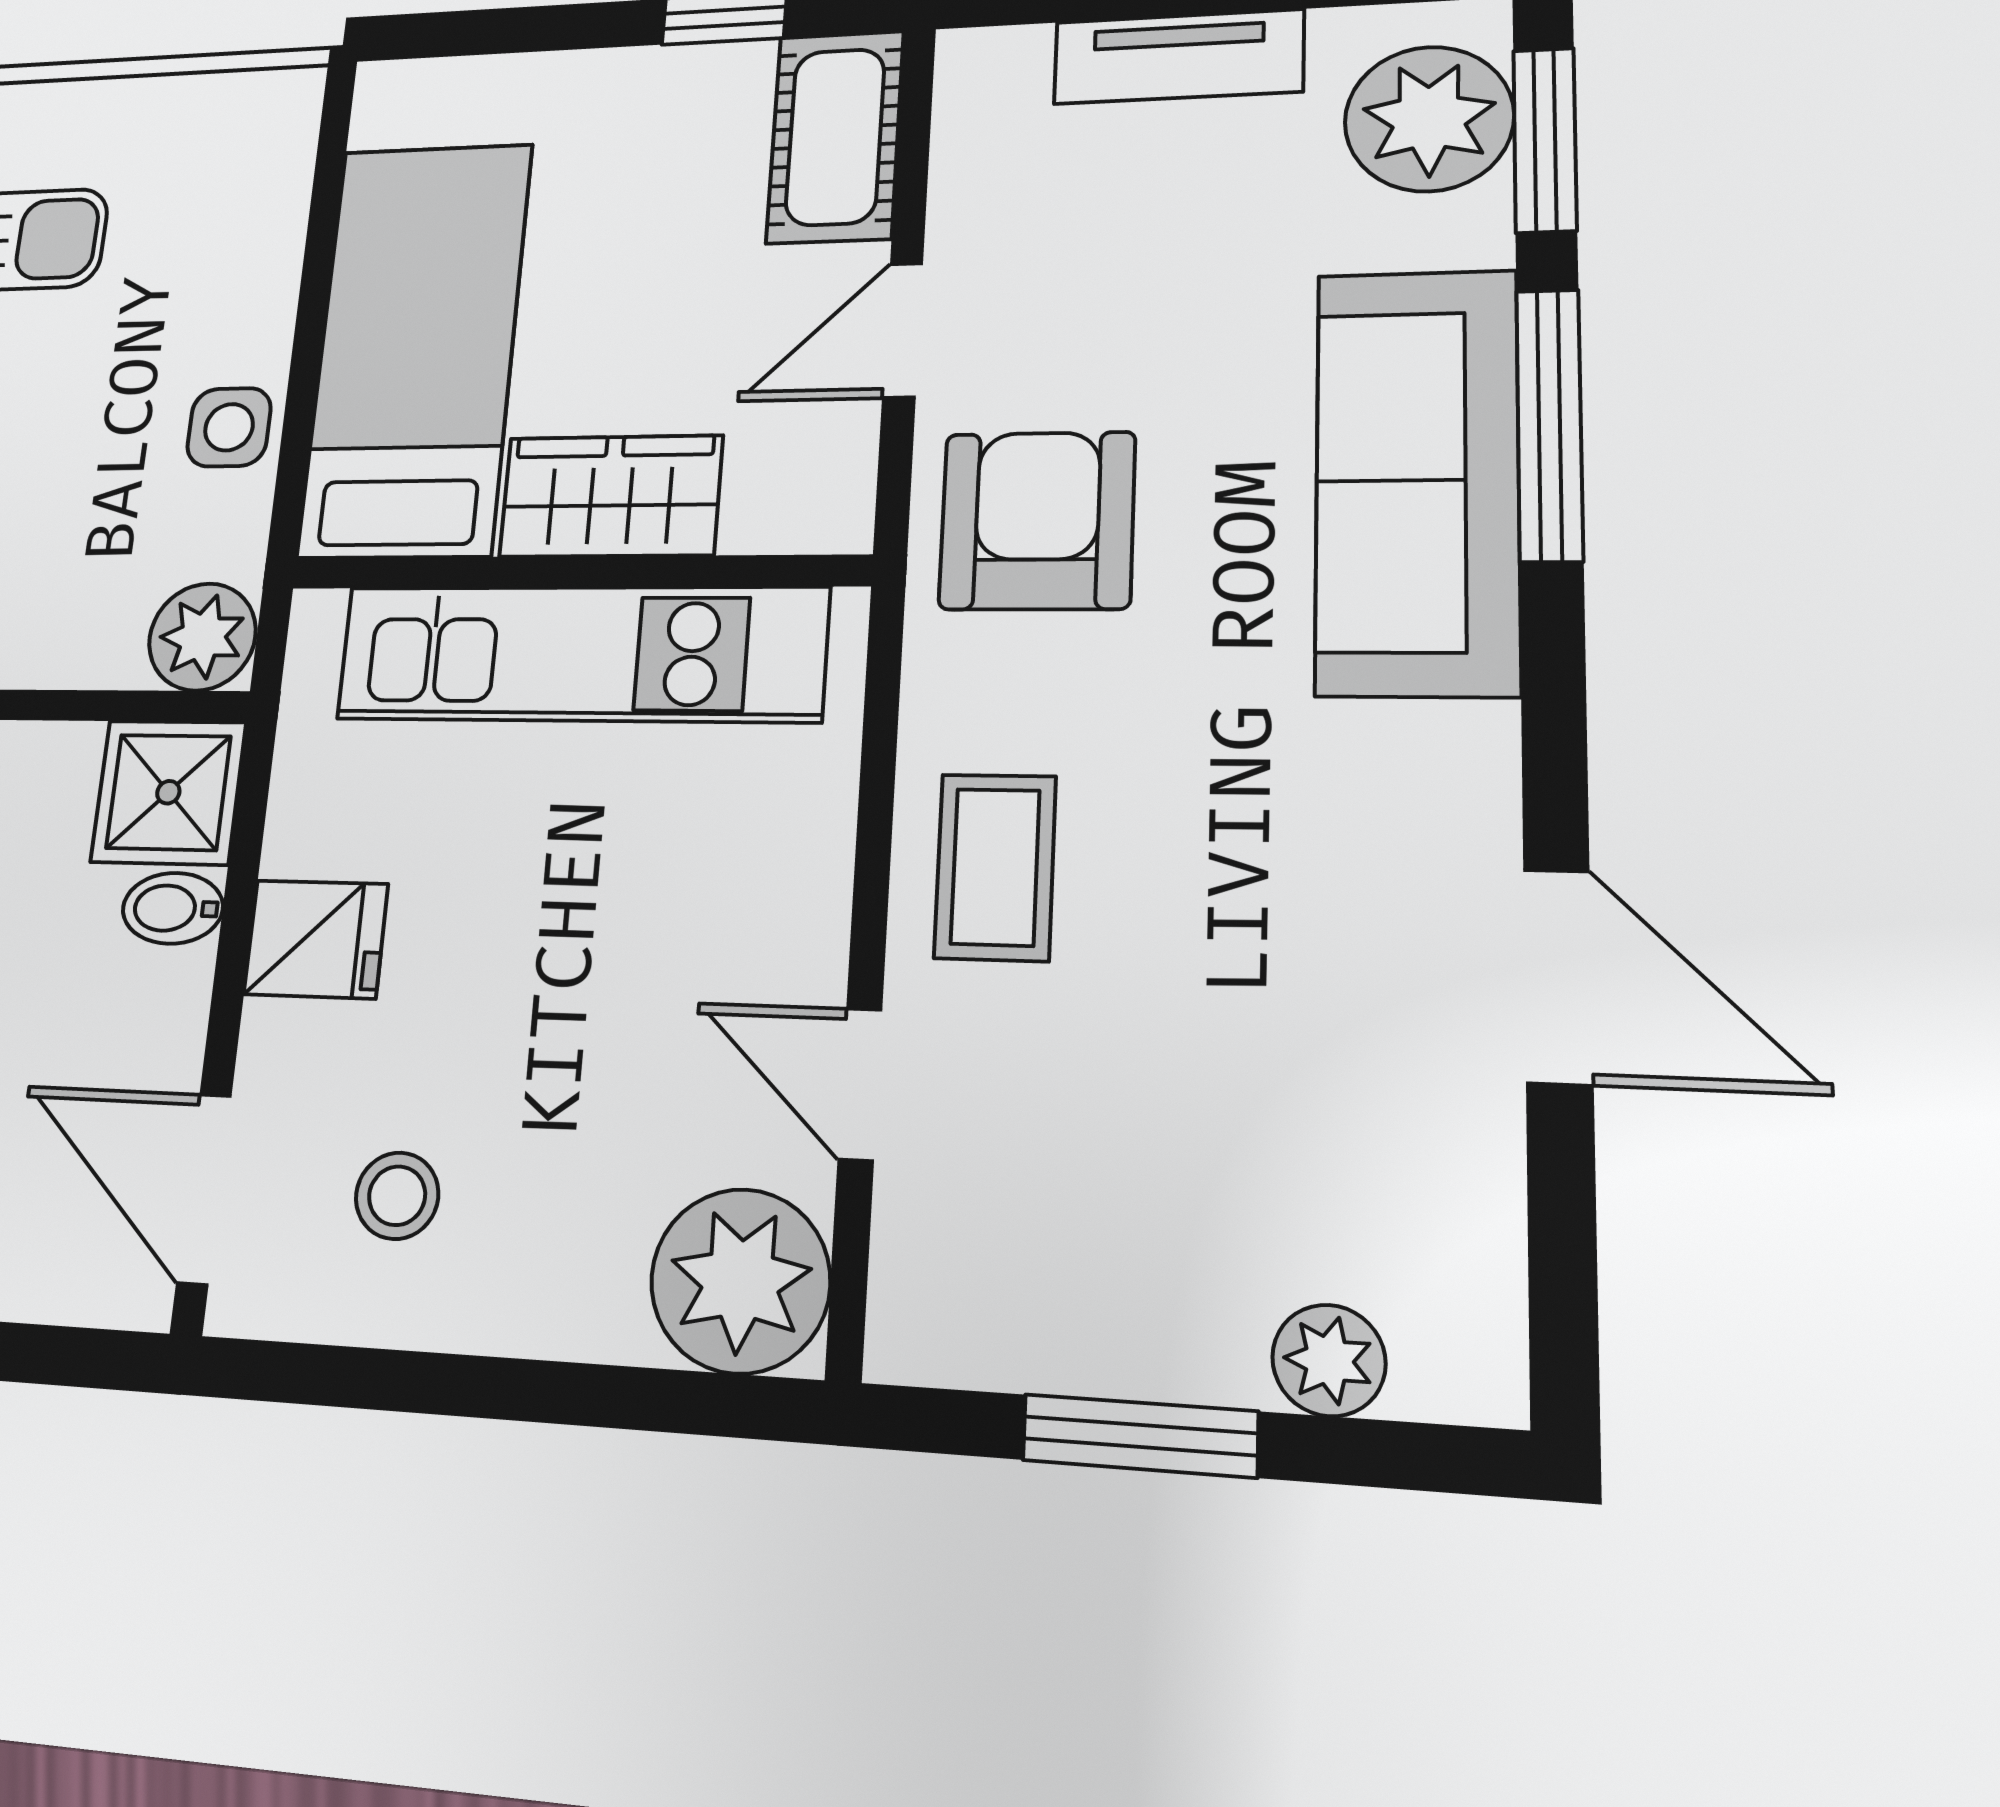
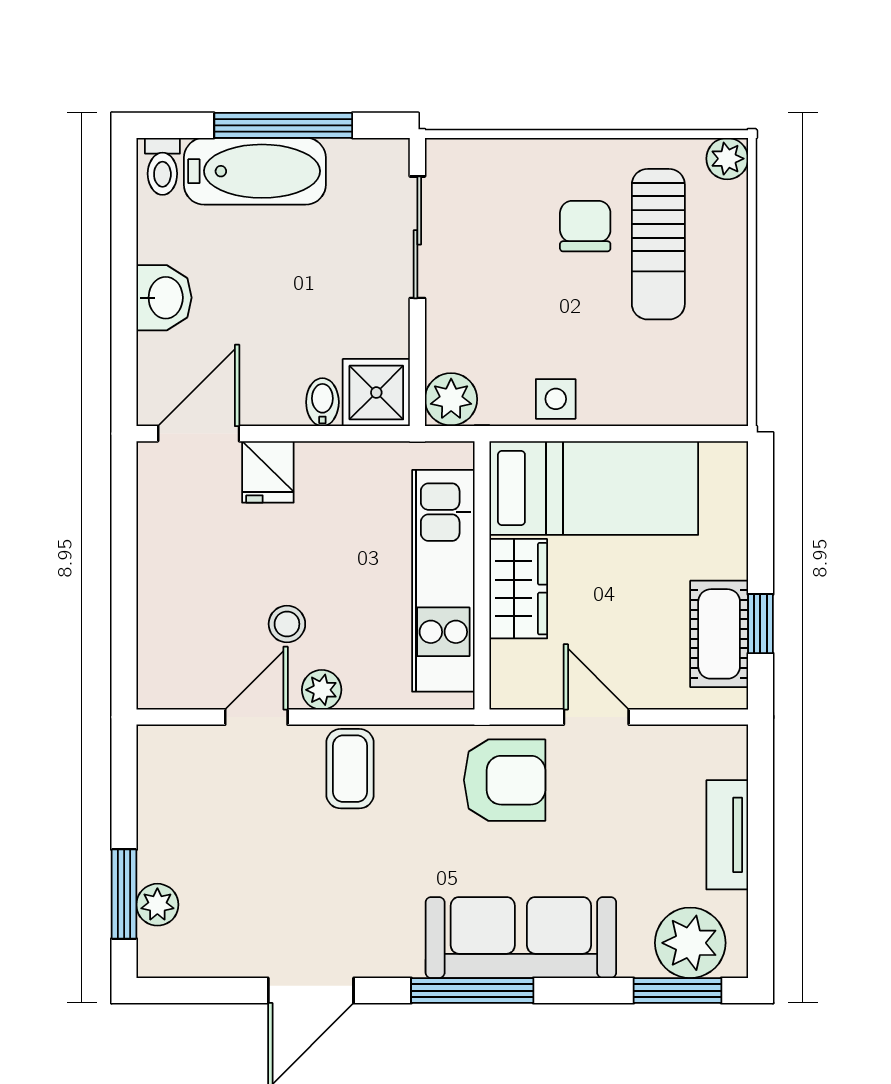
cot: (835, 137) -> (719, 634), moved, turned 90
window: (1549, 424) -> (472, 991), moved
coffee table: (995, 867) -> (350, 769), turned 90
fridge: (316, 939) -> (268, 472), moved
stool: (397, 1196) -> (287, 624), moved
plant: (740, 1281) -> (322, 690), moved, width x0.53, depth x0.53
window: (1140, 1436) -> (124, 894), moved

